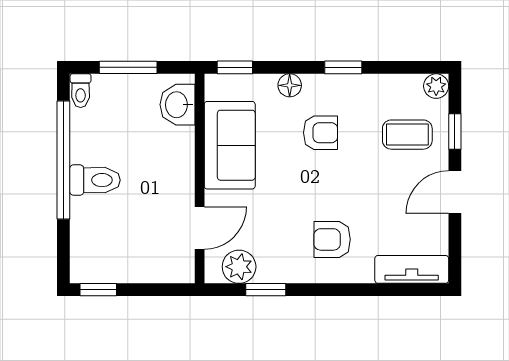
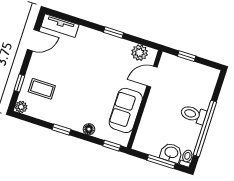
washbasin: (178, 105) -> (171, 153), moved, turned -90
armchair: (321, 133) -> (82, 103), removed
door: (455, 192) -> (33, 40), moved
armchair: (332, 239) -> (92, 51), removed
window: (98, 290) -> (187, 56), moved
window: (266, 290) -> (114, 33), moved

